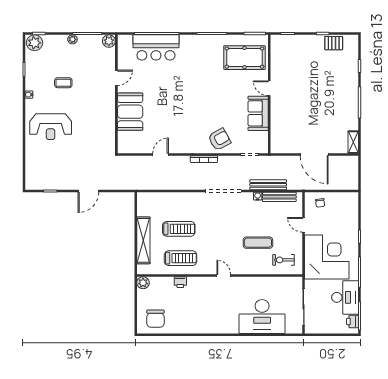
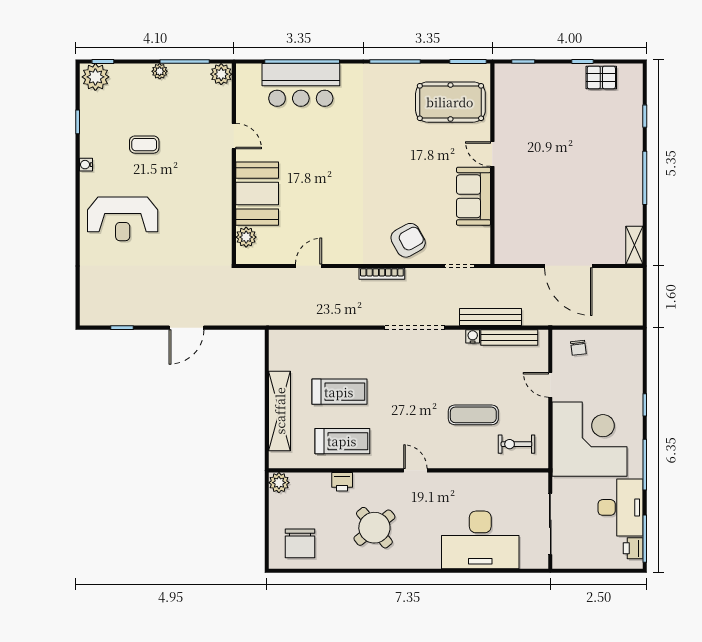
door: (116, 78) -> (234, 136), hinge flipped
plant: (124, 137) -> (246, 237), added
round table: (199, 309) -> (374, 528), added

